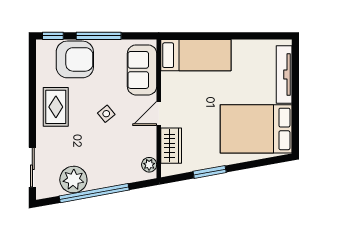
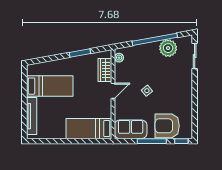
sofa: (142, 70) -> (131, 129), moved, turned -90
rug: (56, 107) -> (180, 95), removed
bed: (256, 129) -> (50, 86), width x0.67

